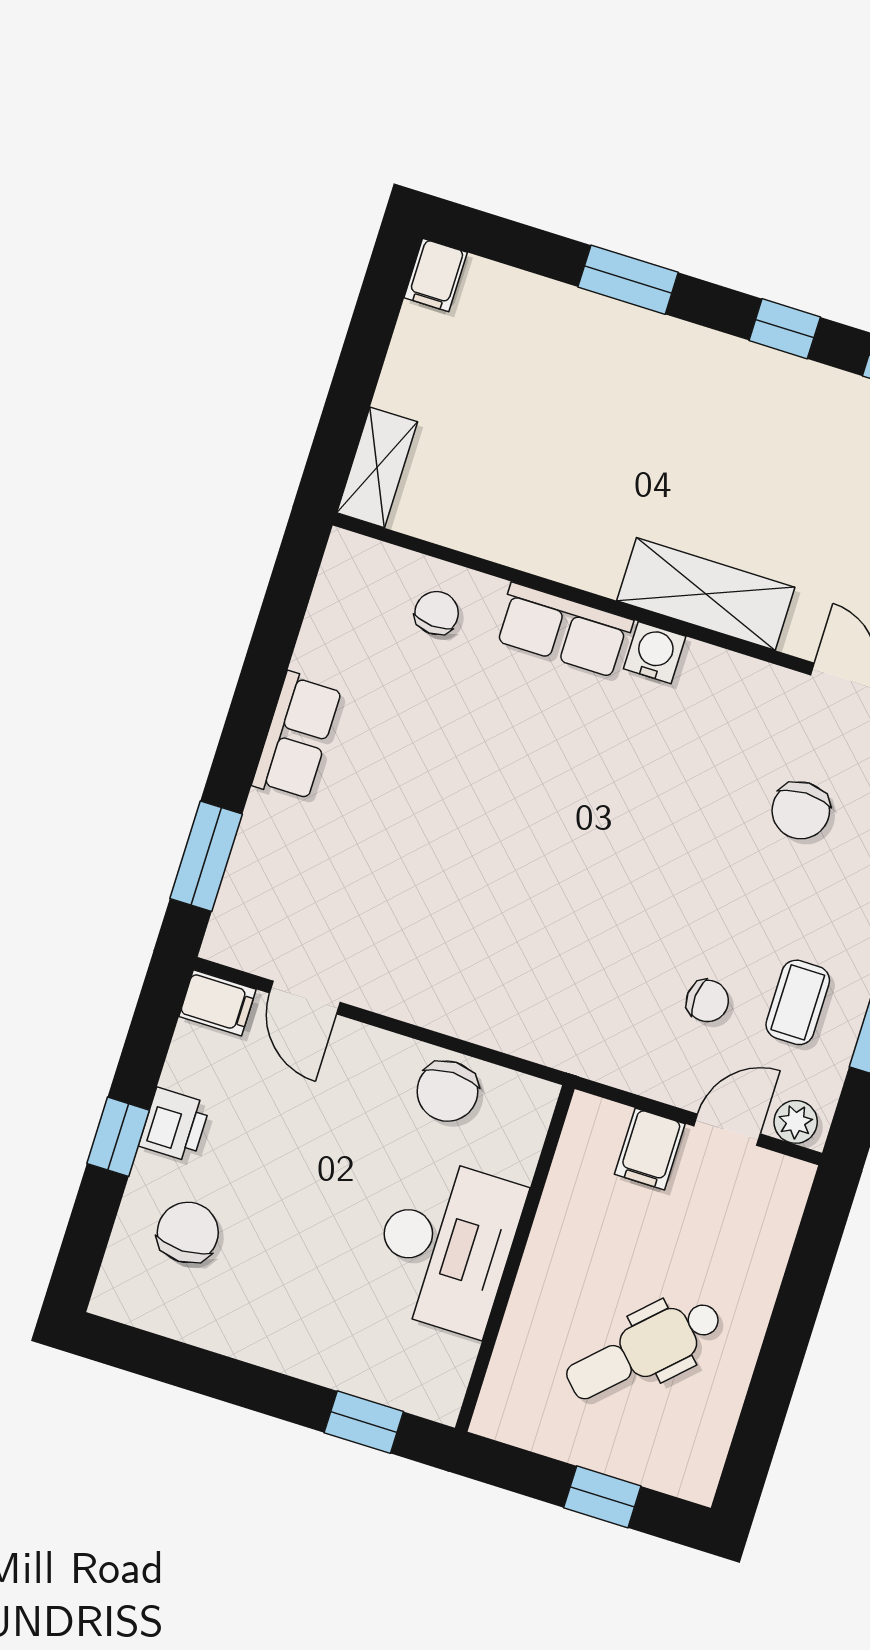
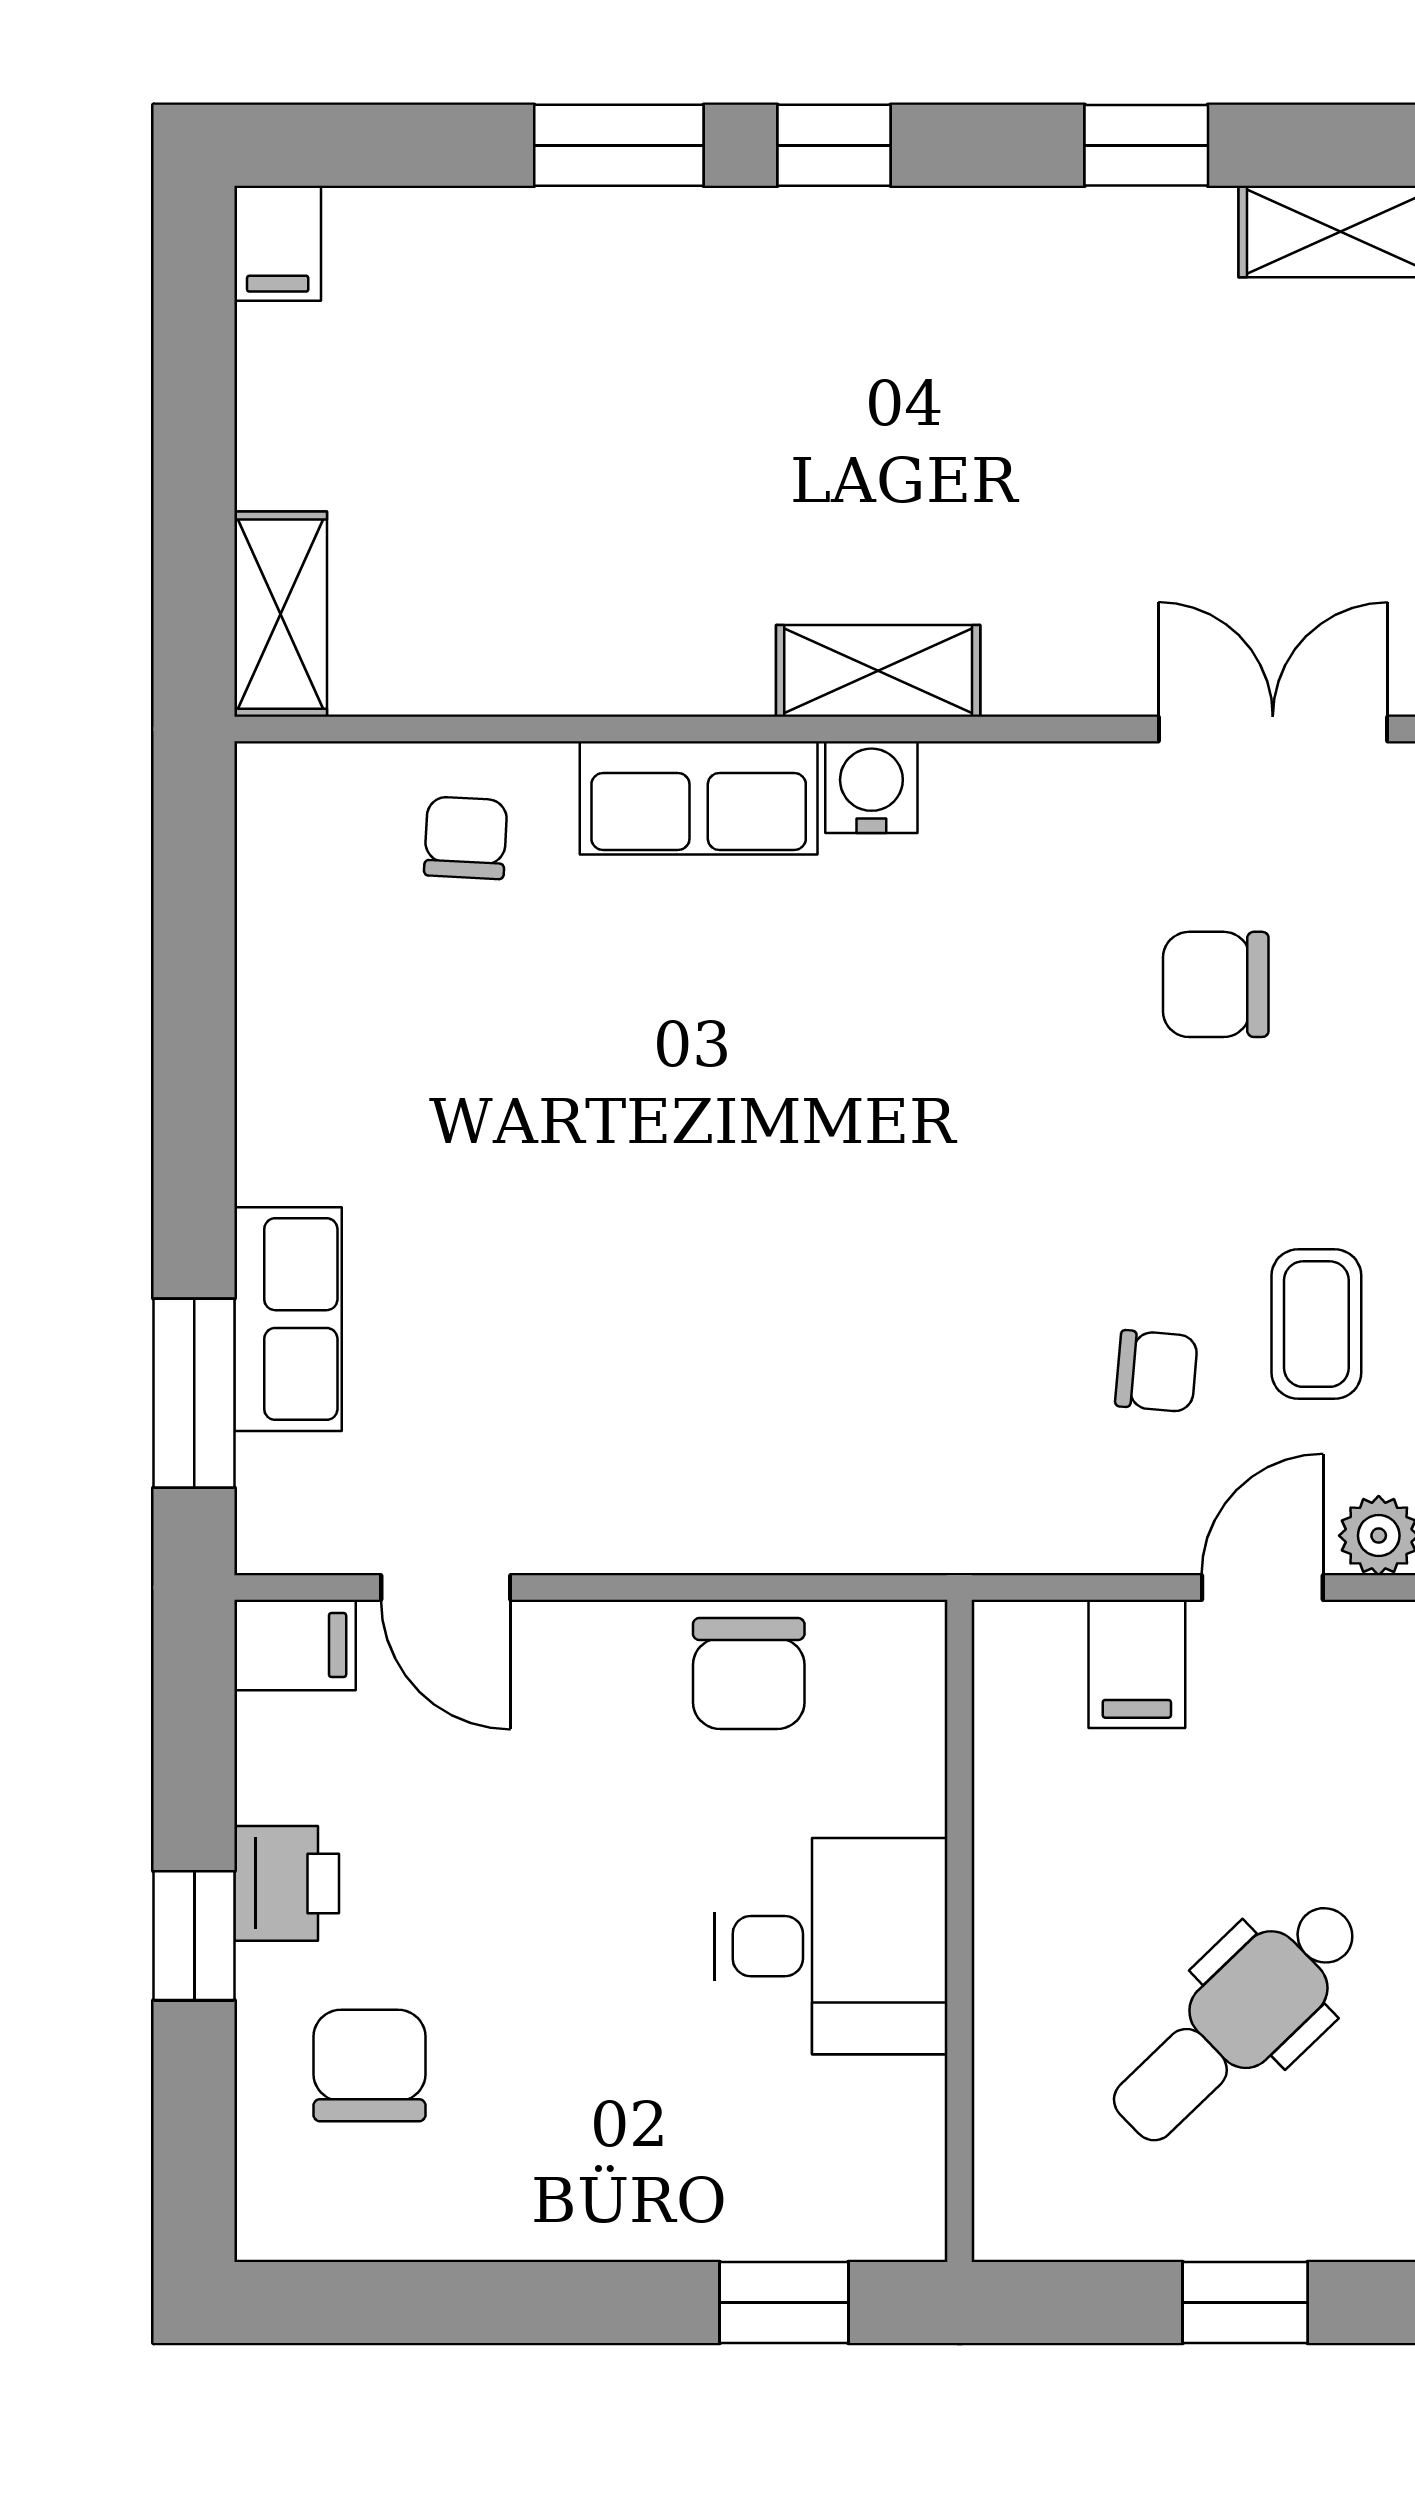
window: (785, 329) -> (834, 145), moved
shelving: (706, 594) -> (878, 671), width x0.67, depth x0.75
row of seats: (297, 736) -> (288, 1319), moved
chair: (801, 810) -> (1216, 984), turned 90
desk: (446, 1245) -> (831, 1946), width x0.73

